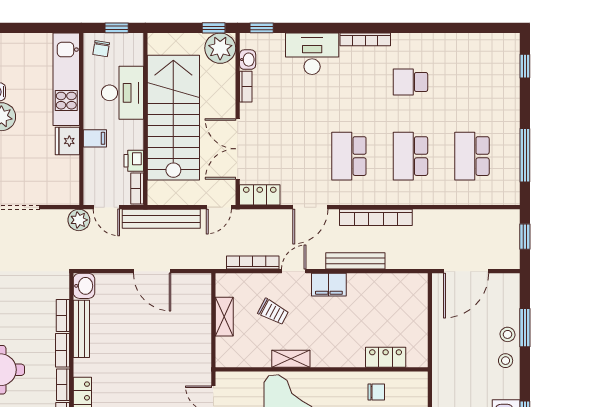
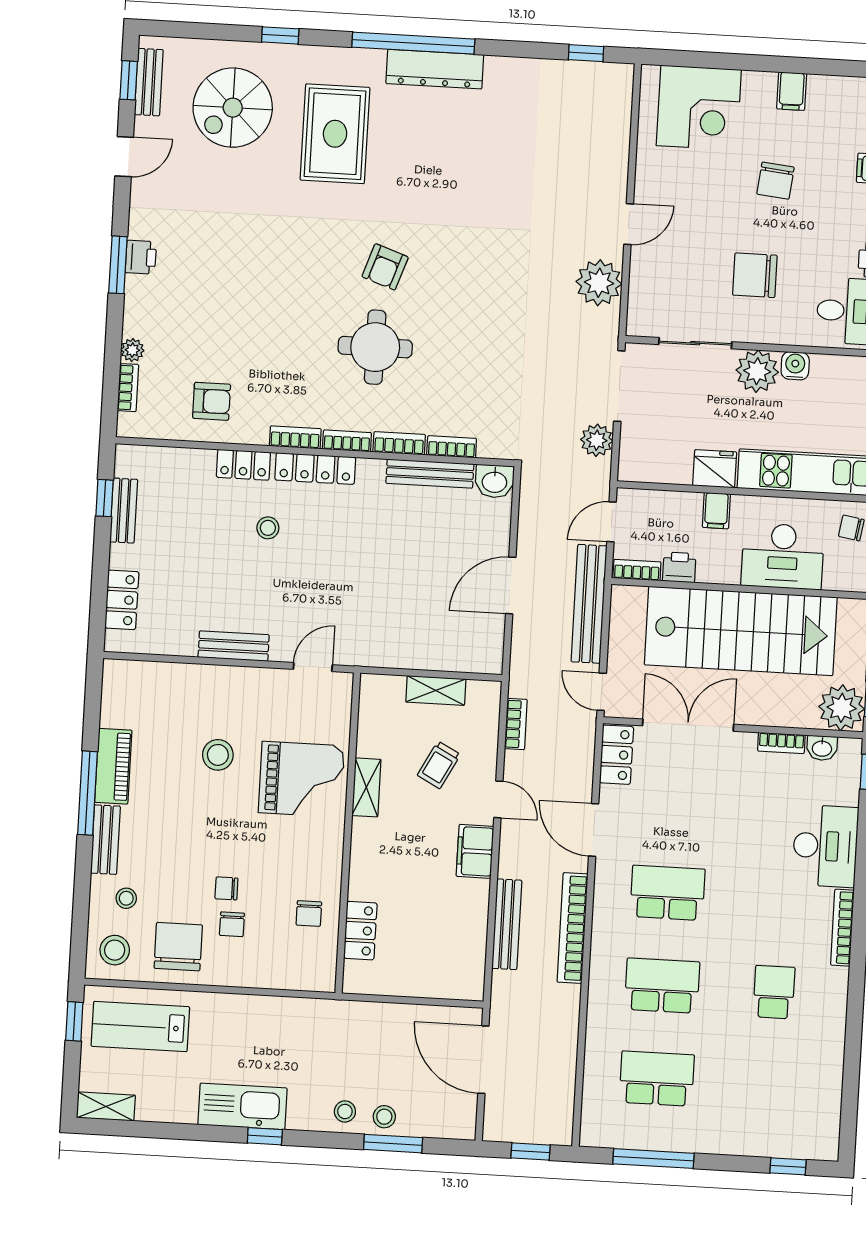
plant: (79, 220) -> (597, 440), moved
bench: (355, 261) -> (507, 924), moved
bookcase: (253, 263) -> (516, 724), width x0.64

